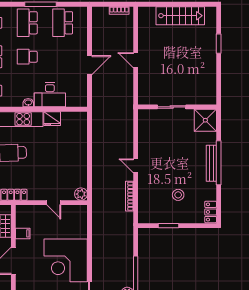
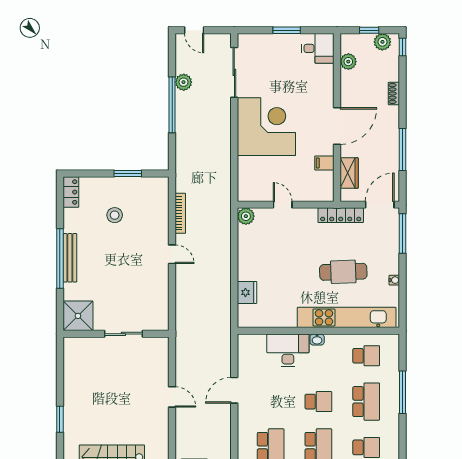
fridge: (52, 119) -> (247, 292), moved, turned 90

